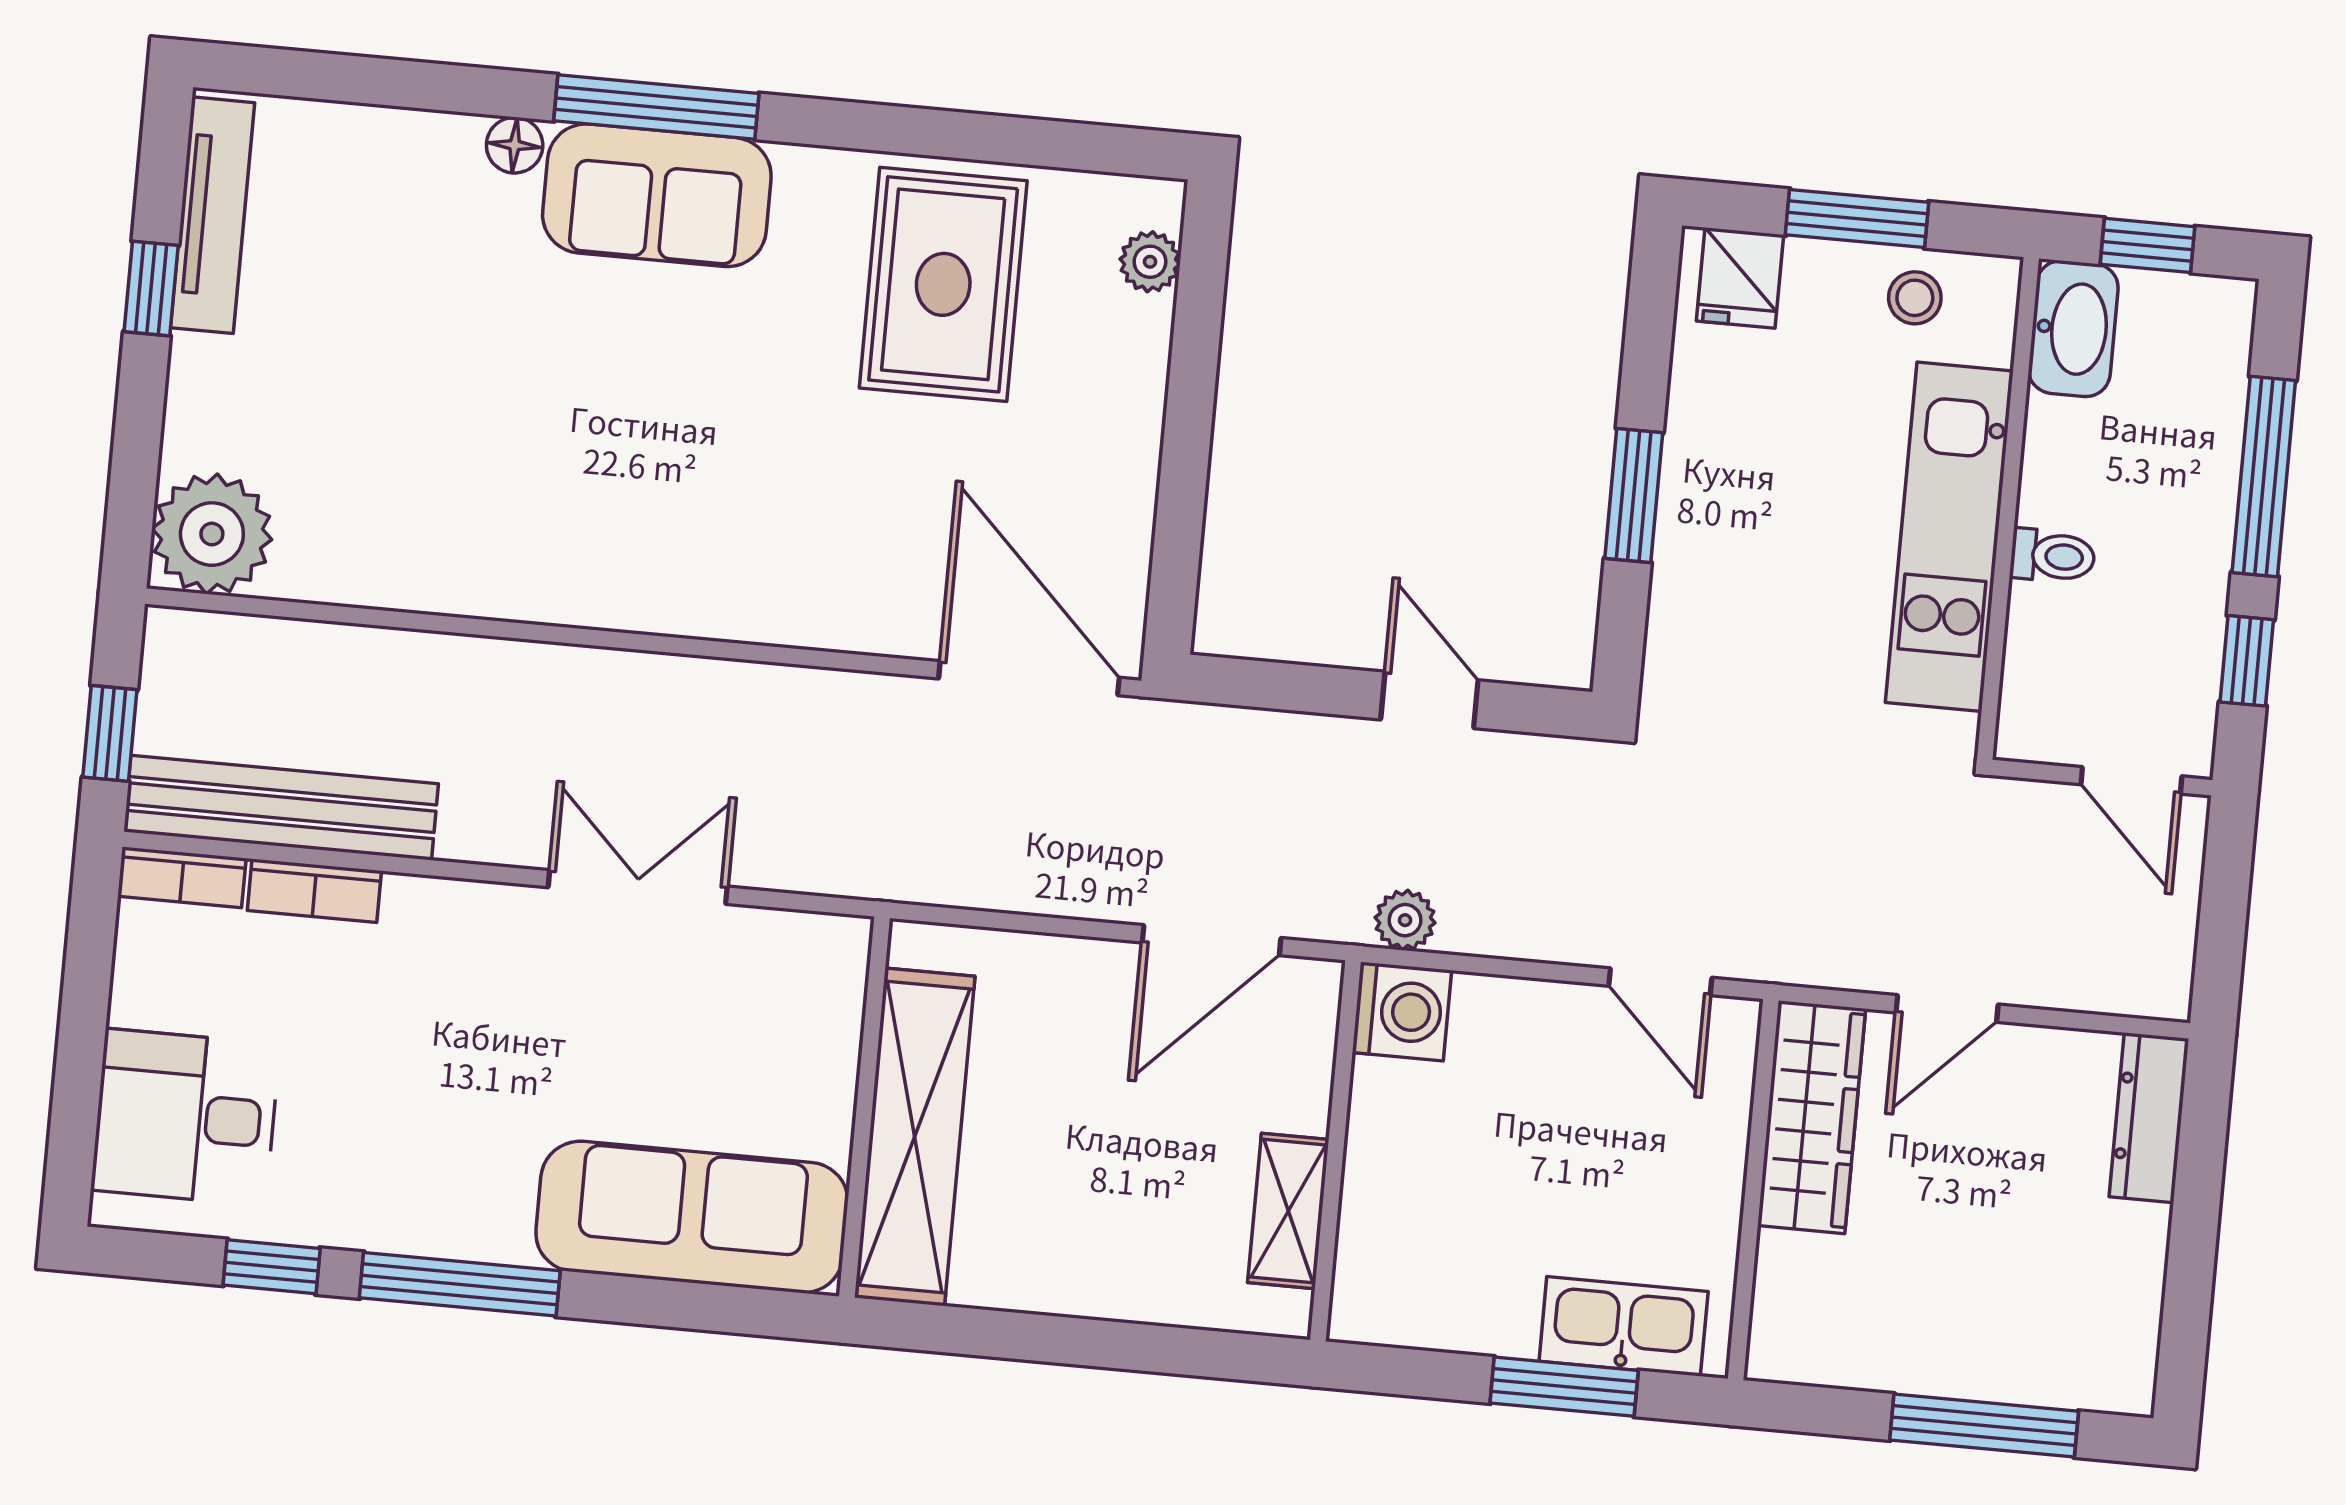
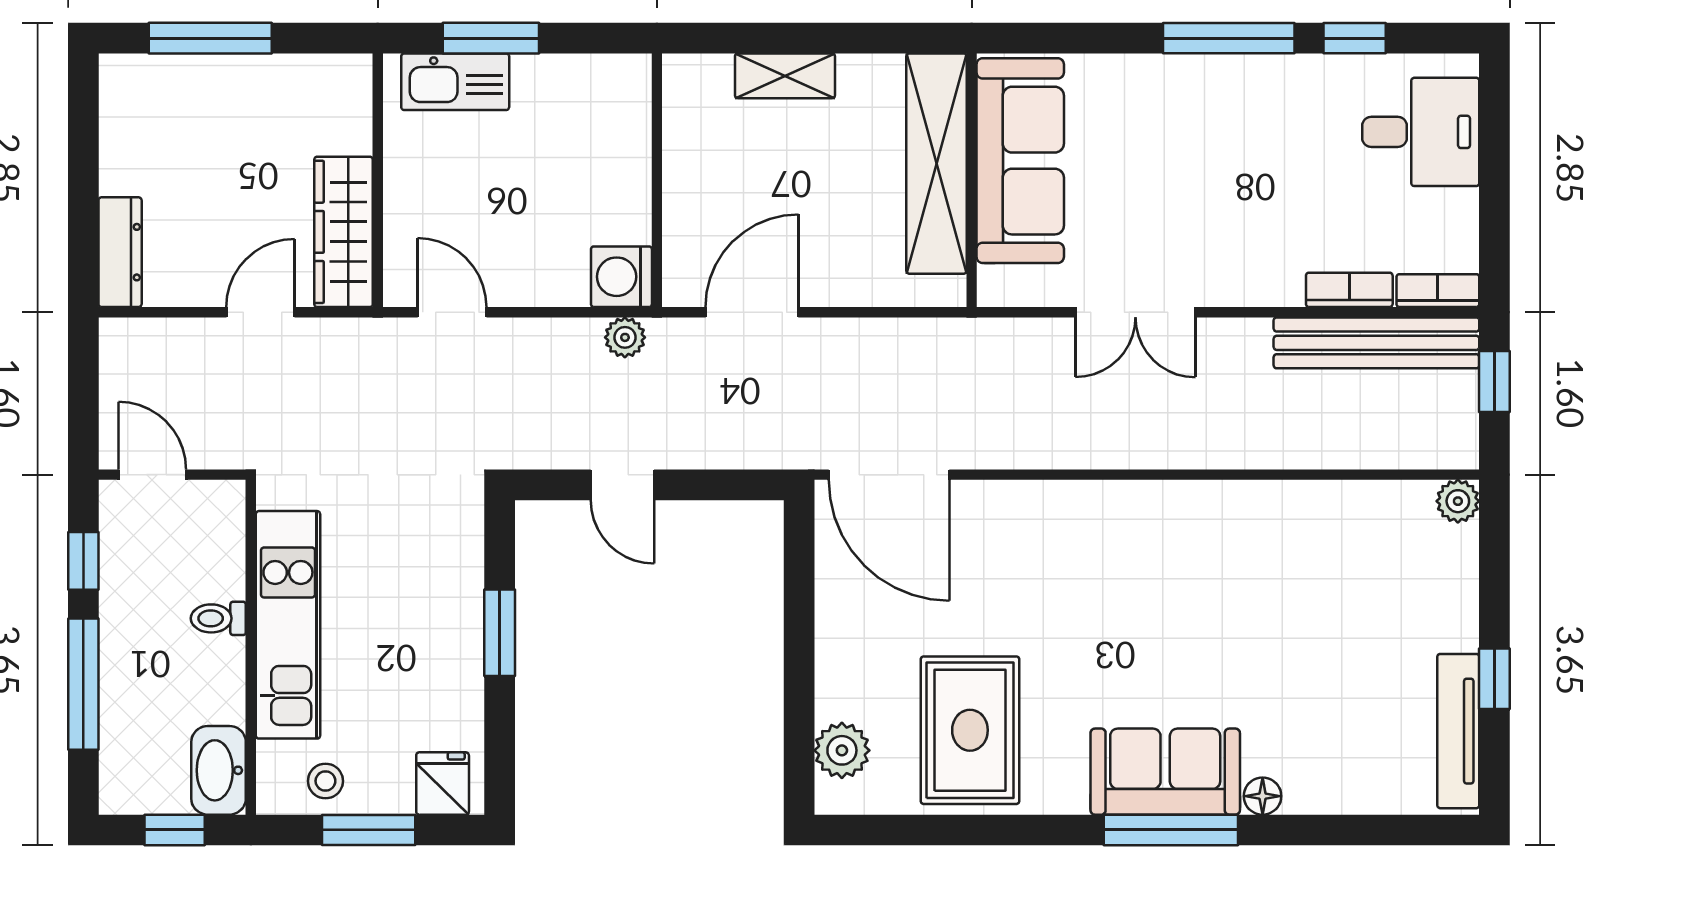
plant: (1150, 262) -> (842, 750), width x1.38, depth x1.38
plant: (212, 534) -> (1458, 501), width x0.53, depth x0.53
shelving: (1288, 1211) -> (785, 76), moved, turned 90
sofa: (692, 1217) -> (1020, 161), moved, turned -90

